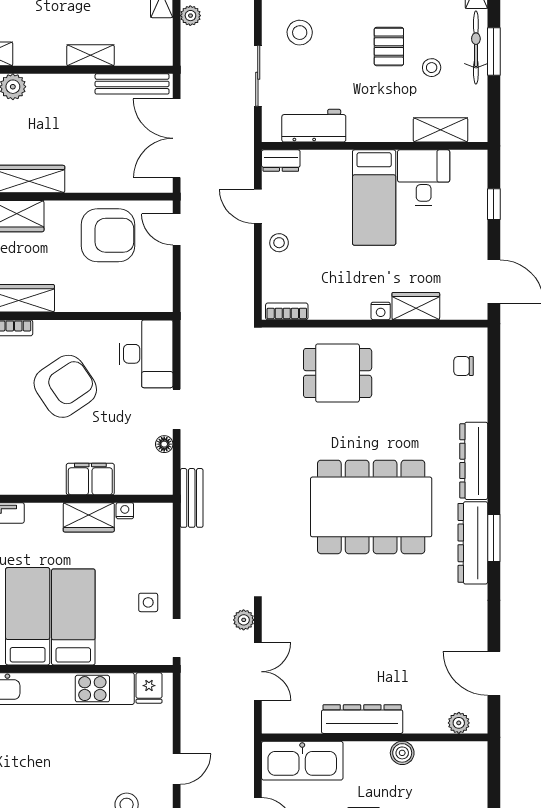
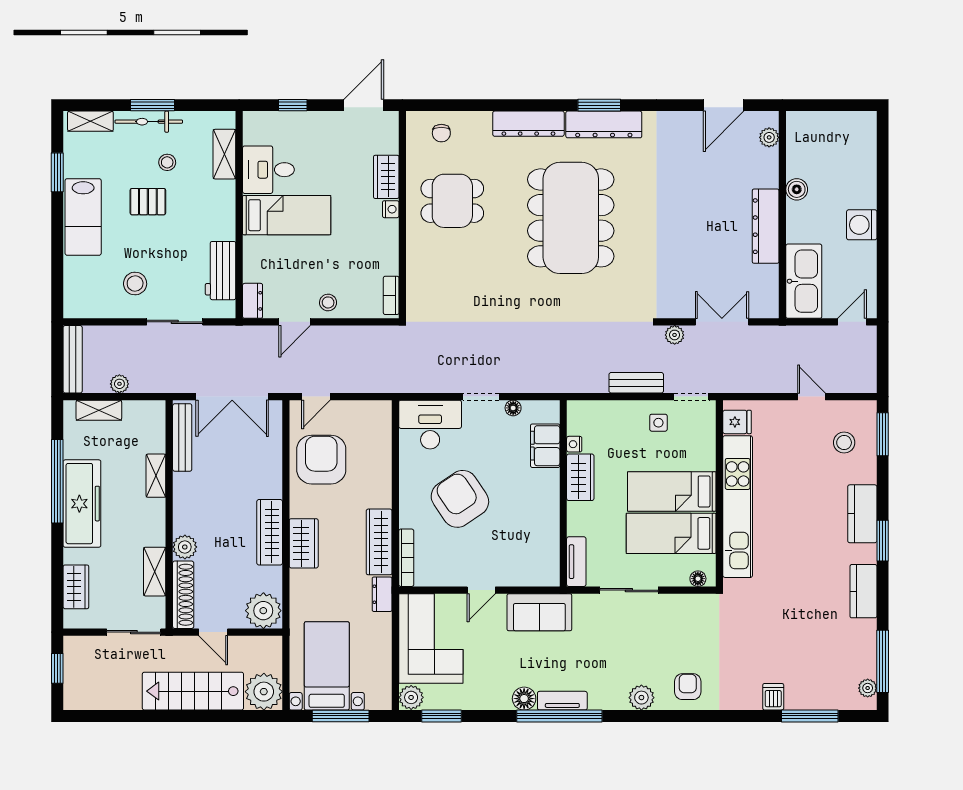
dining table: (338, 373) -> (452, 201), moved, turned 90
filing cabinet: (90, 479) -> (545, 446), moved
bench: (192, 498) -> (636, 383), moved

